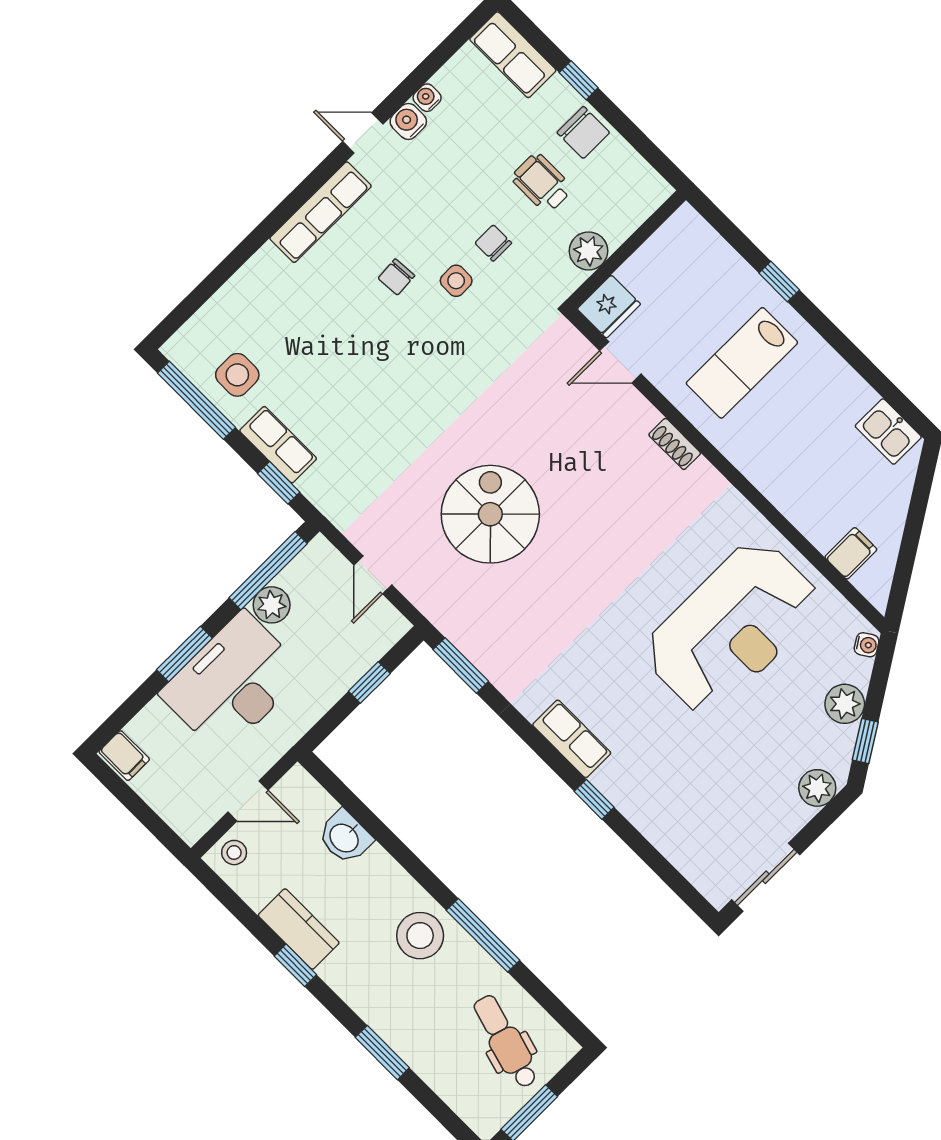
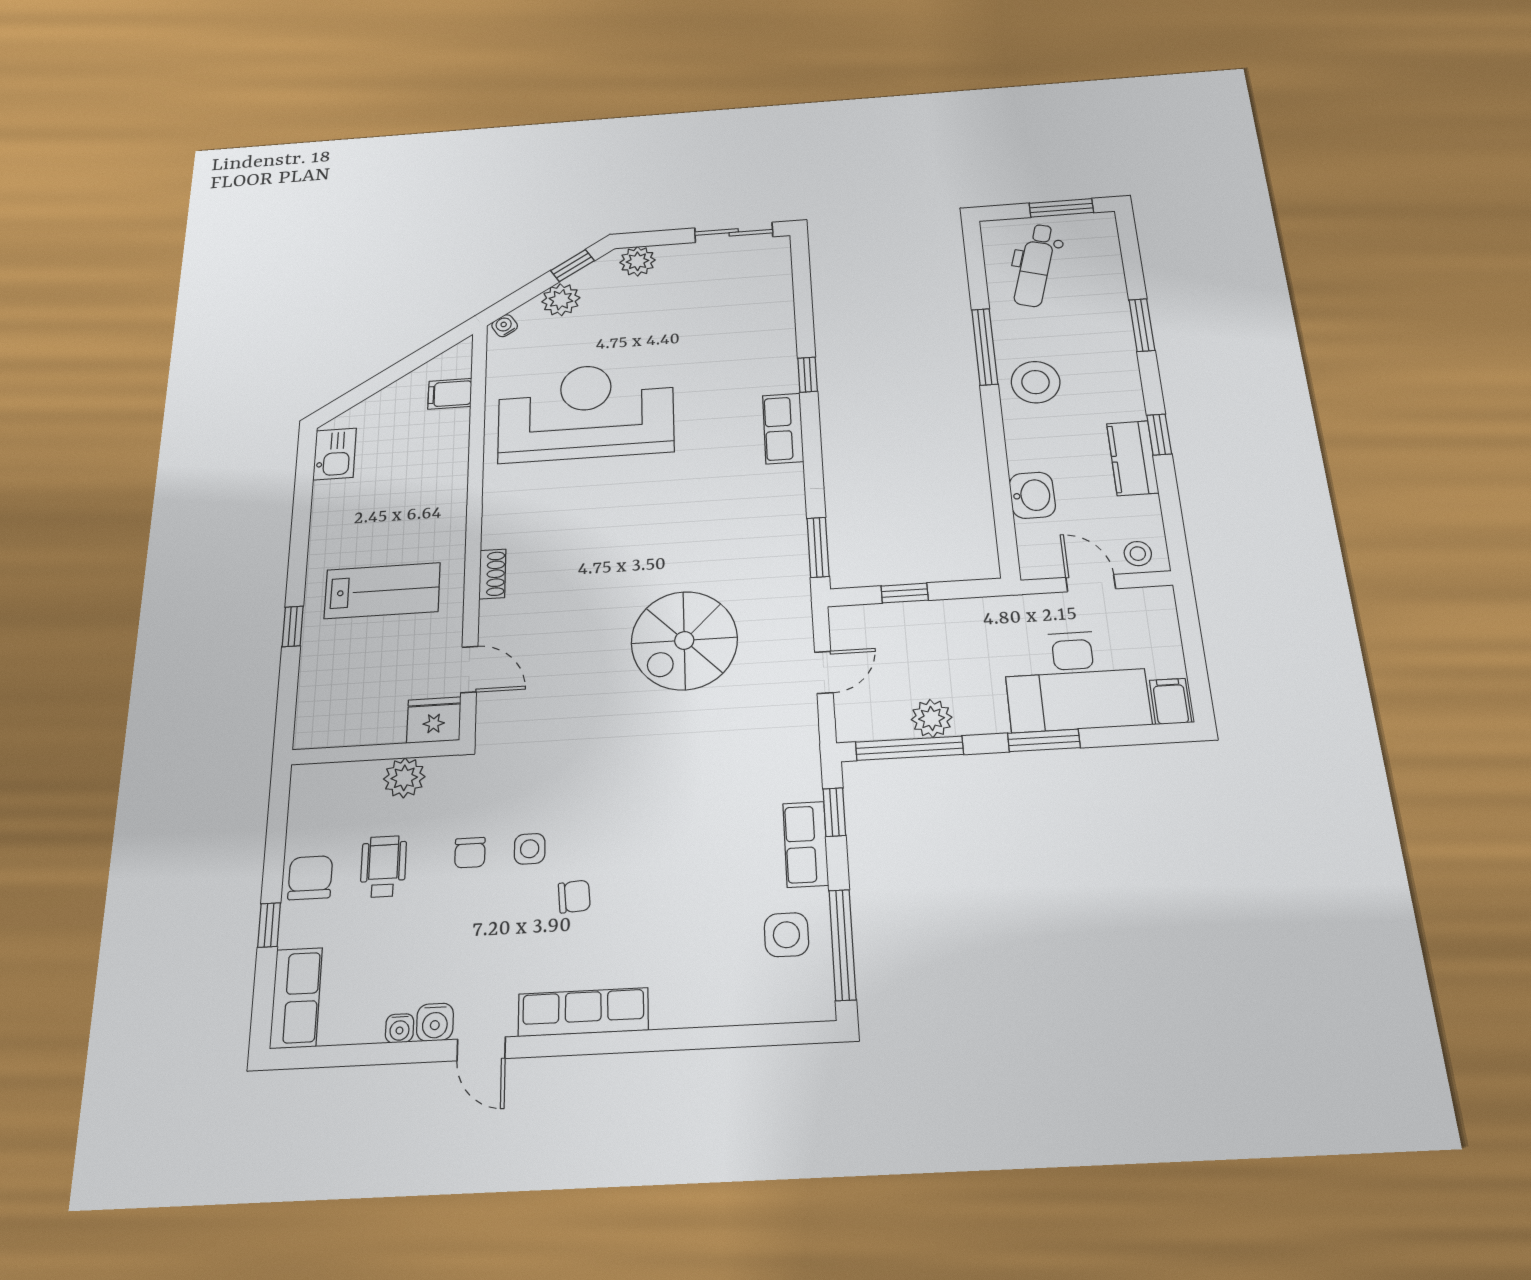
wheelchair: (542, 183) -> (383, 866), turned 180
desk: (233, 683) -> (1076, 680), moved

